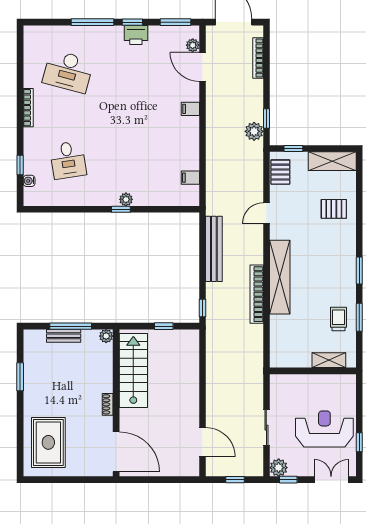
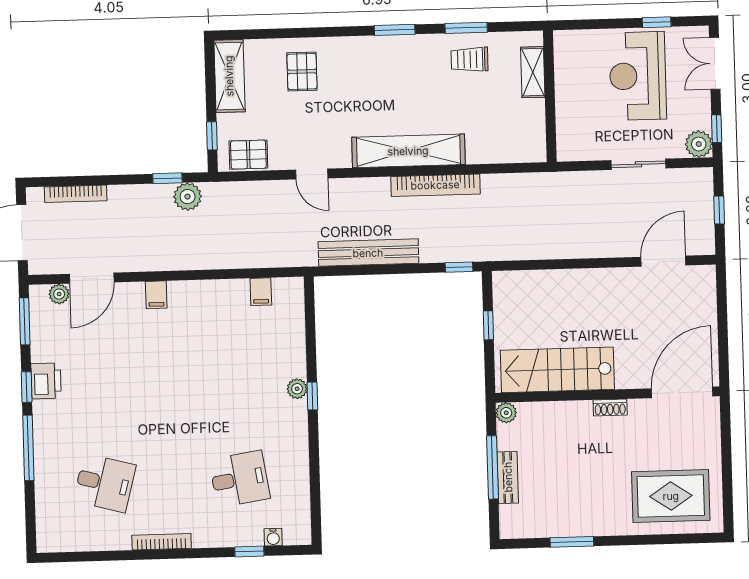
desk: (68, 71) -> (105, 483), width x0.73

